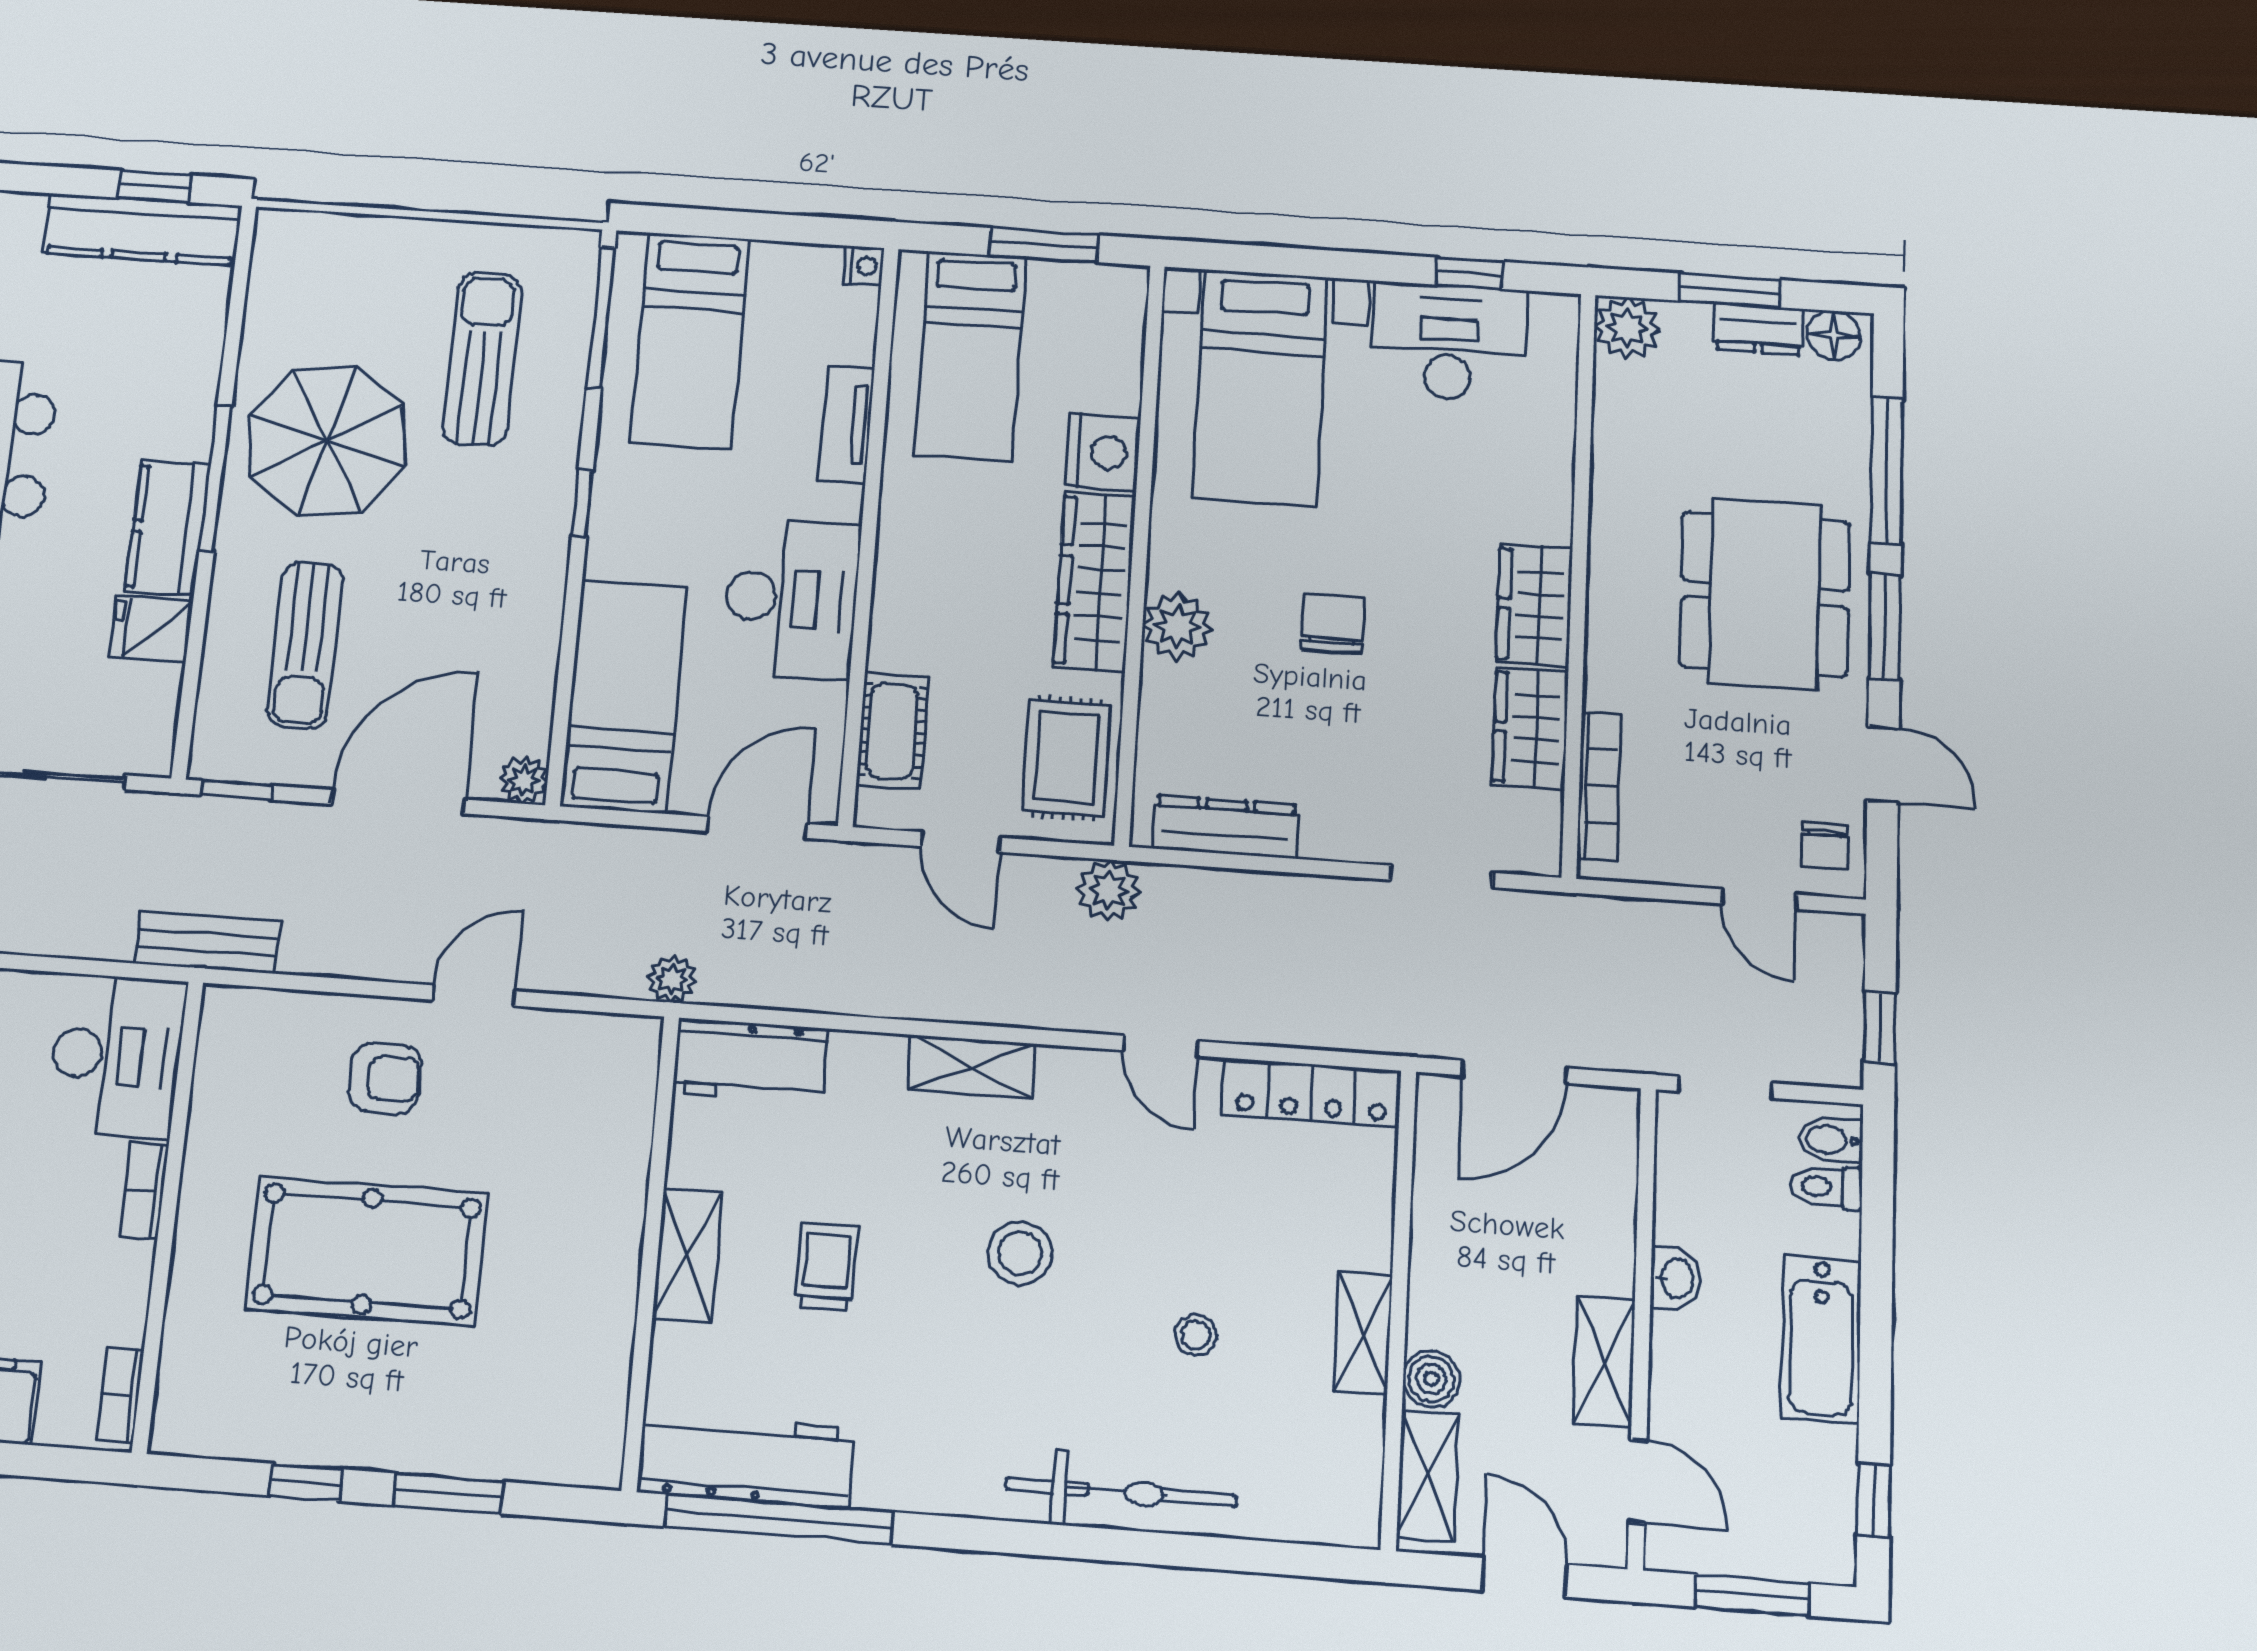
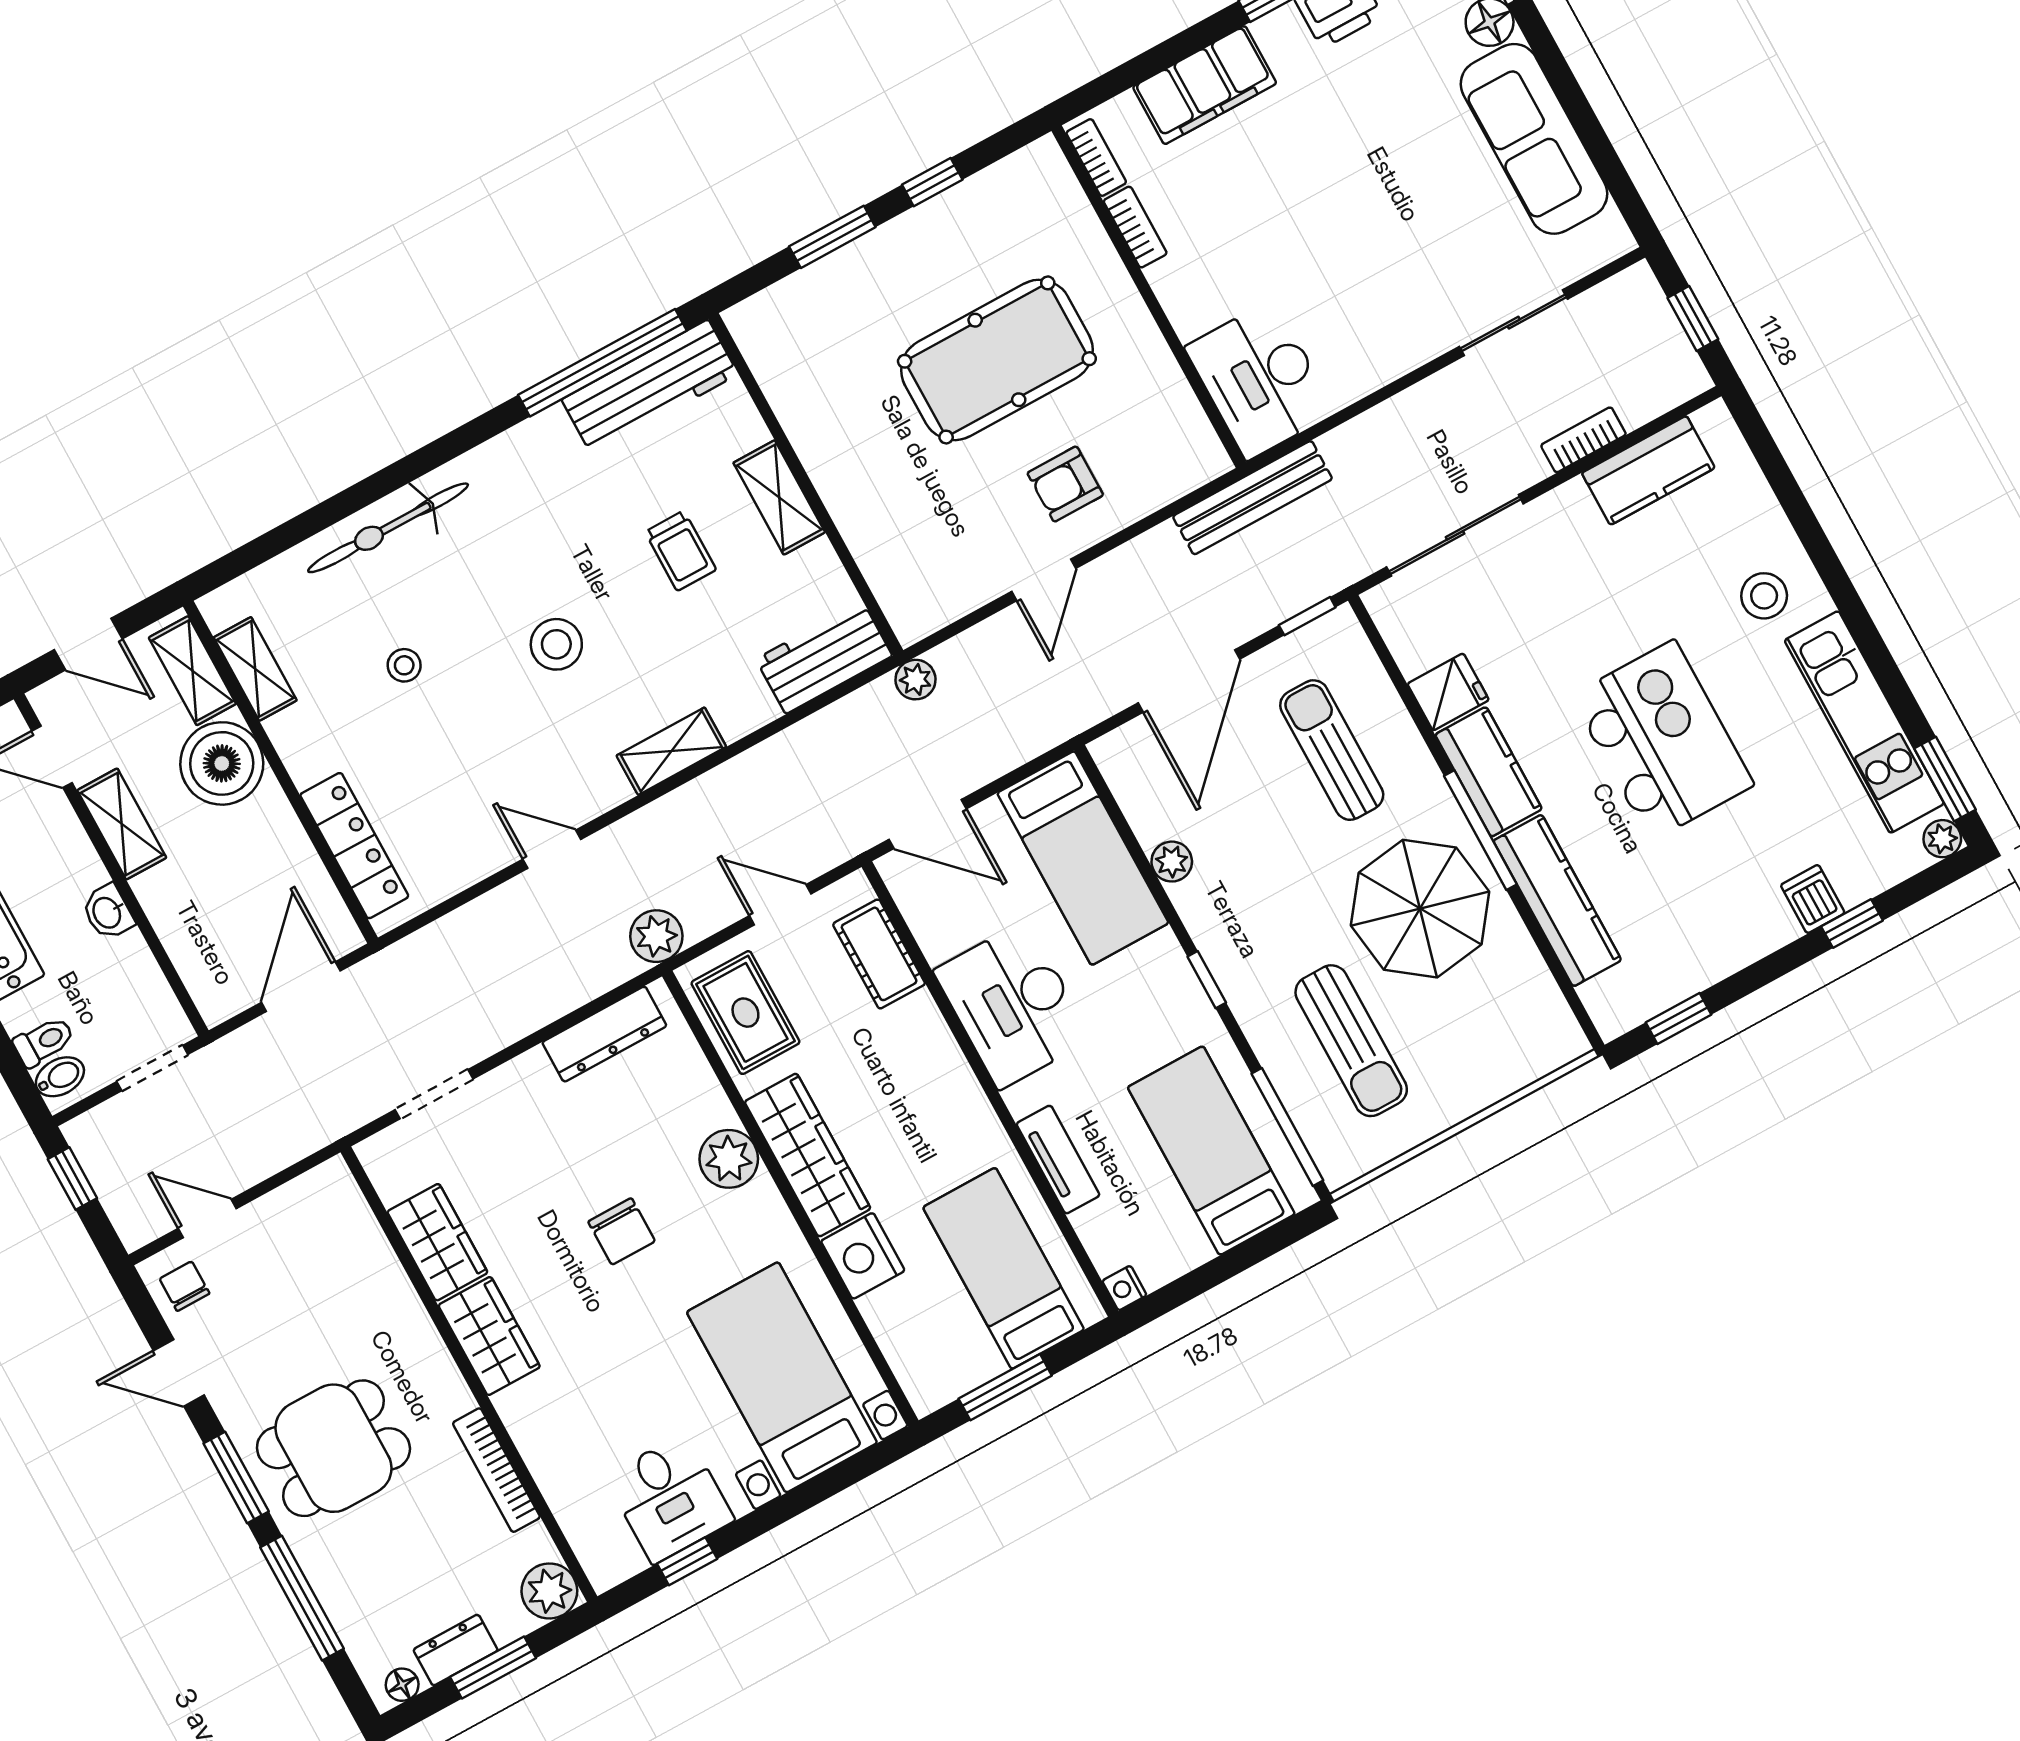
kitchen counter: (142, 229) -> (1557, 900), moved, turned 90
floor lamp: (1834, 335) -> (402, 1685), width x0.73, depth x0.73
desk: (1449, 342) -> (670, 1498), width x0.73
dining table: (1765, 594) -> (333, 1448), width x0.73
plant: (524, 780) -> (1172, 862), moved
bookcase: (1599, 786) -> (496, 1470), moved
door: (757, 827) -> (928, 824), hinge flipped
bench: (207, 942) -> (1253, 498), width x1.36
locker: (1312, 1093) -> (354, 846), moved, turned 90
bookcase: (144, 1191) -> (1135, 227), moved
shelving: (1363, 1333) -> (255, 669), moved
boiler: (1431, 1379) -> (222, 763), width x1.86, depth x1.86

